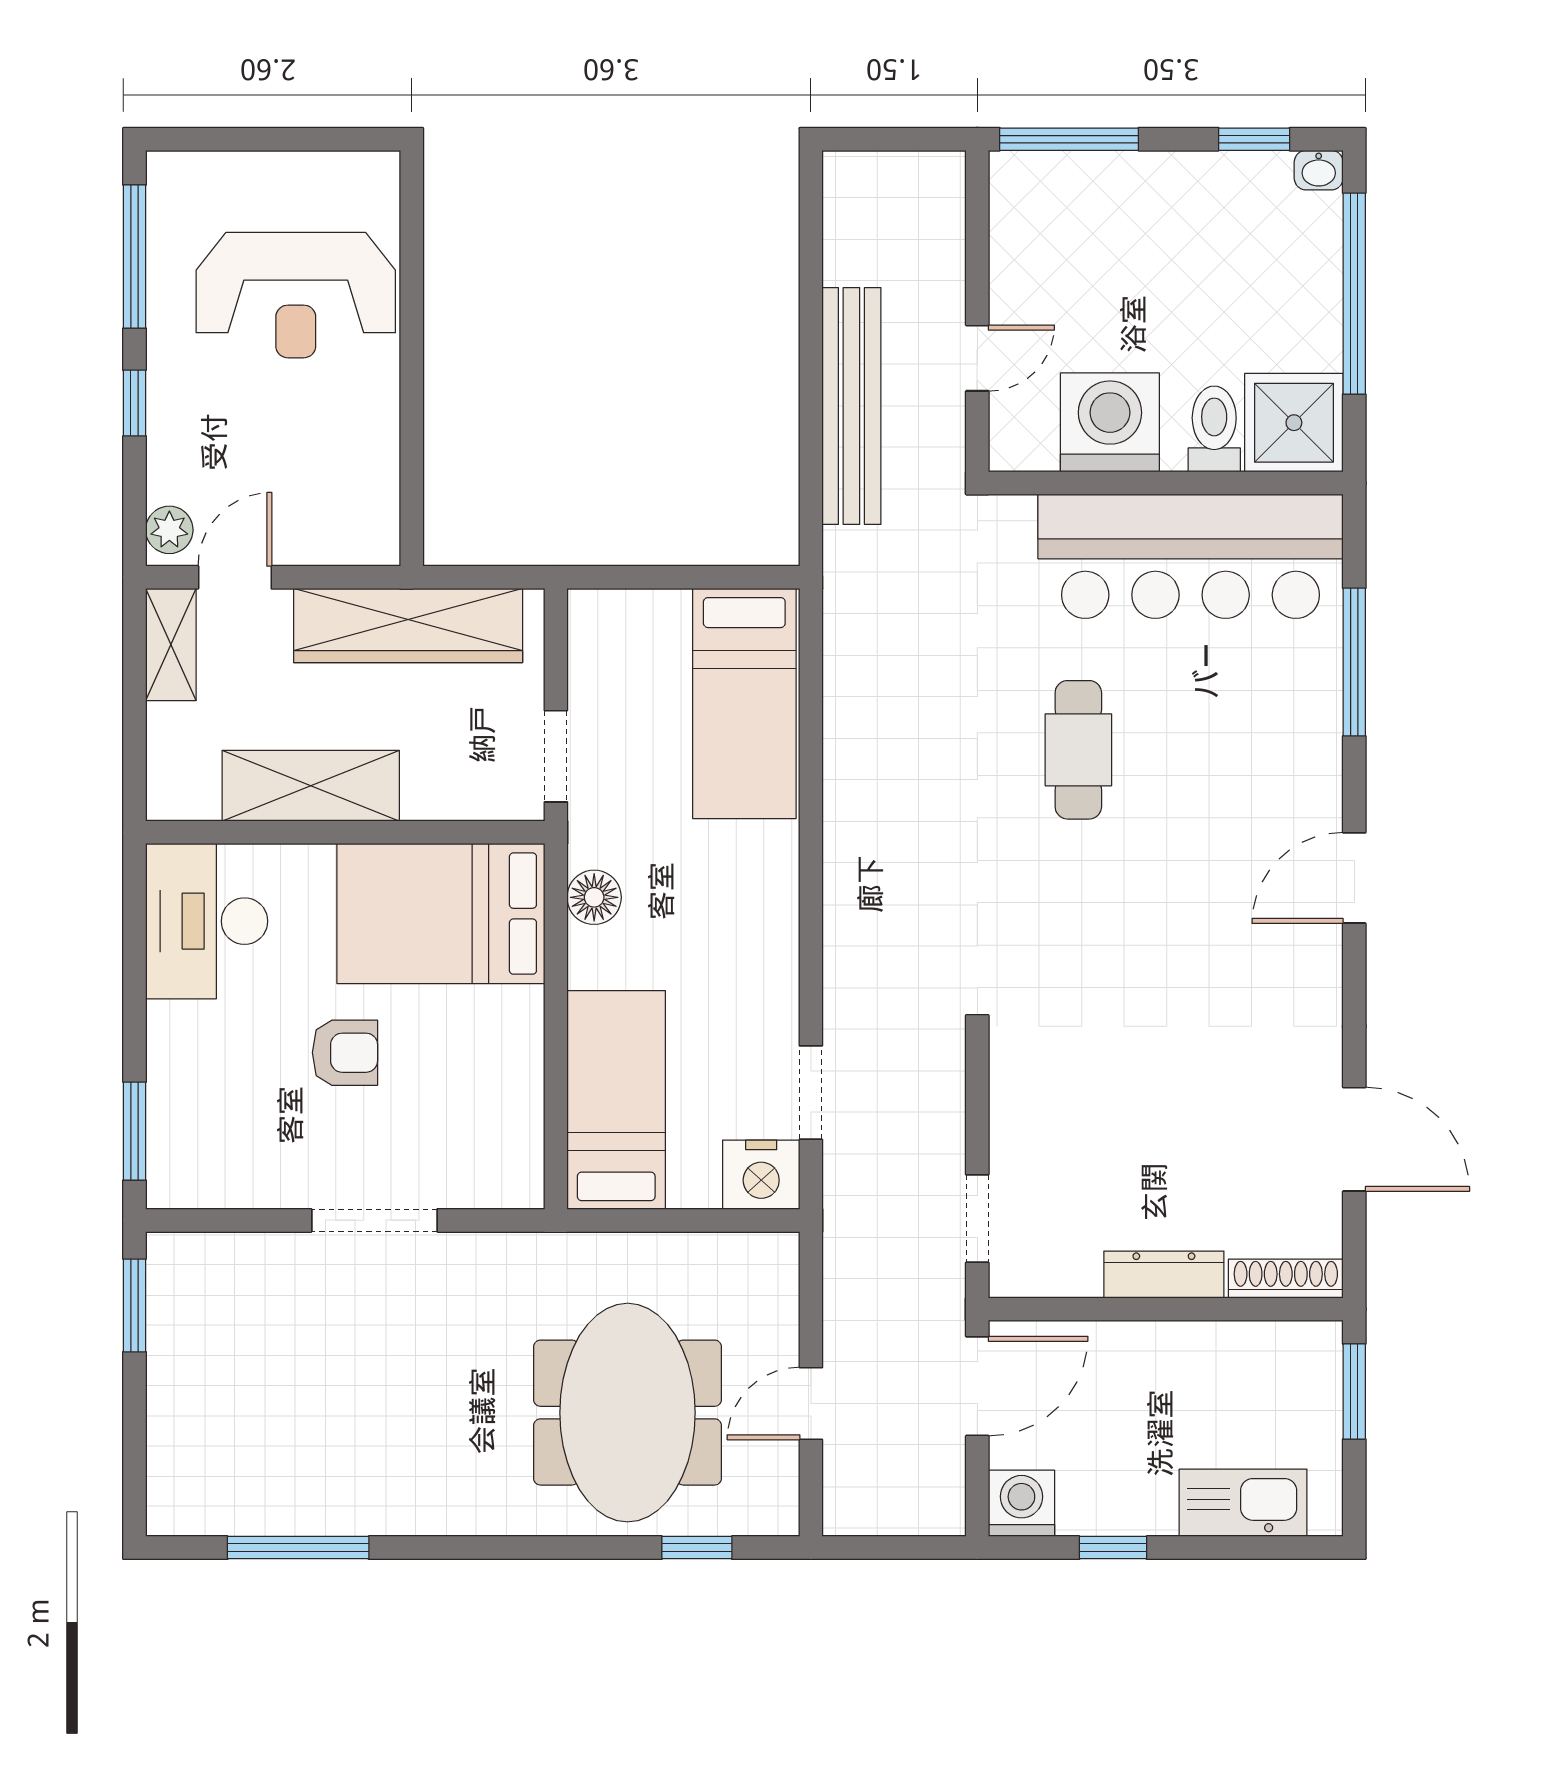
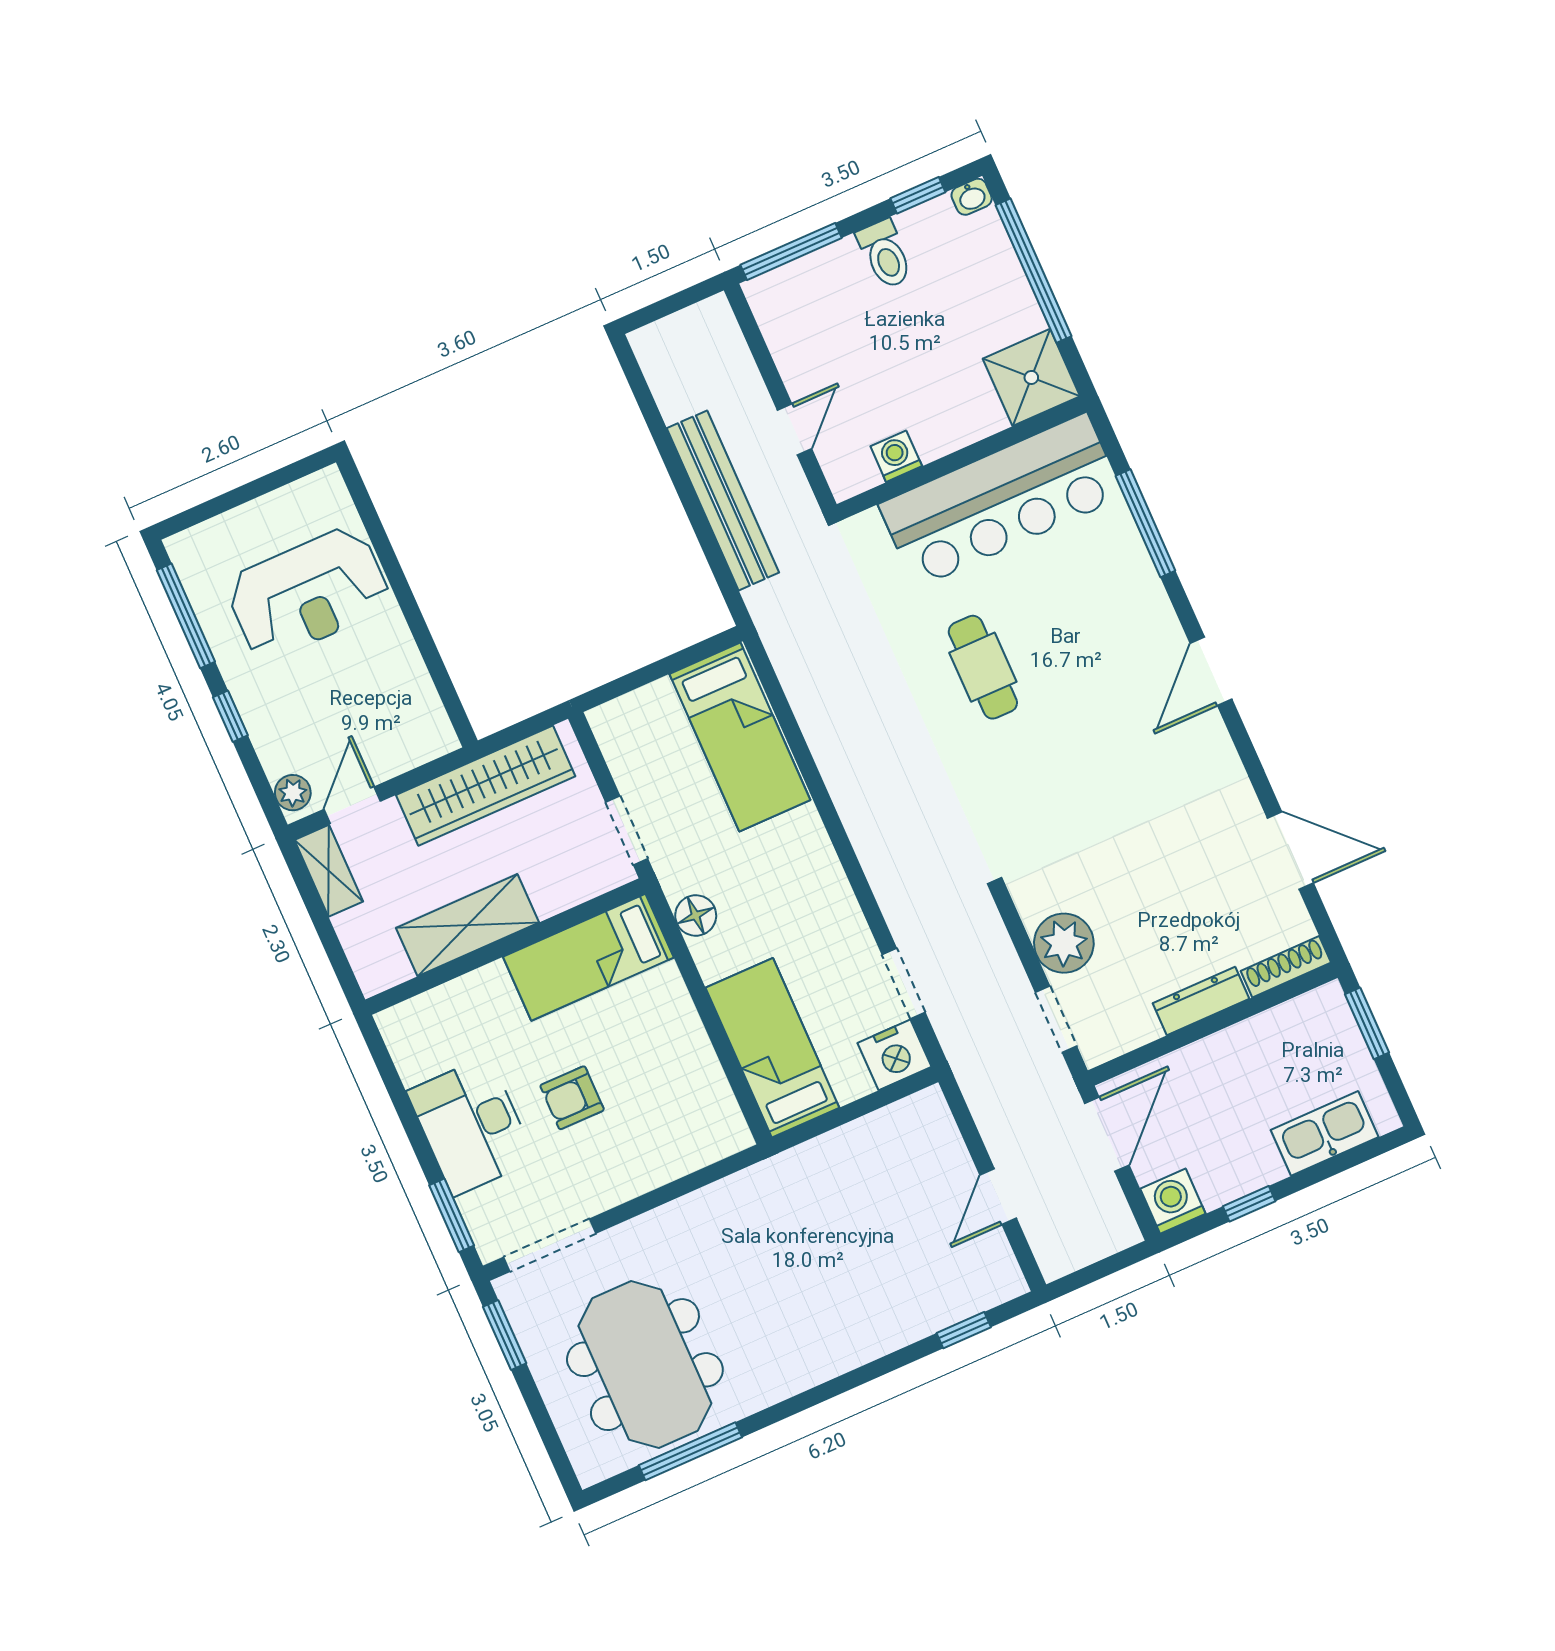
washing machine: (1110, 422) -> (896, 456), width x0.53, depth x0.53
toilet: (1214, 429) -> (885, 254), moved, turned 180
bed: (441, 914) -> (588, 957), width x0.67
desk: (207, 921) -> (471, 1126), moved
armchair: (345, 1053) -> (572, 1098), turned 180
plant: (1028, 1130) -> (1064, 943), added
doorway: (374, 1220) -> (550, 1245), moved
meeting table: (628, 1413) -> (645, 1365), moved

